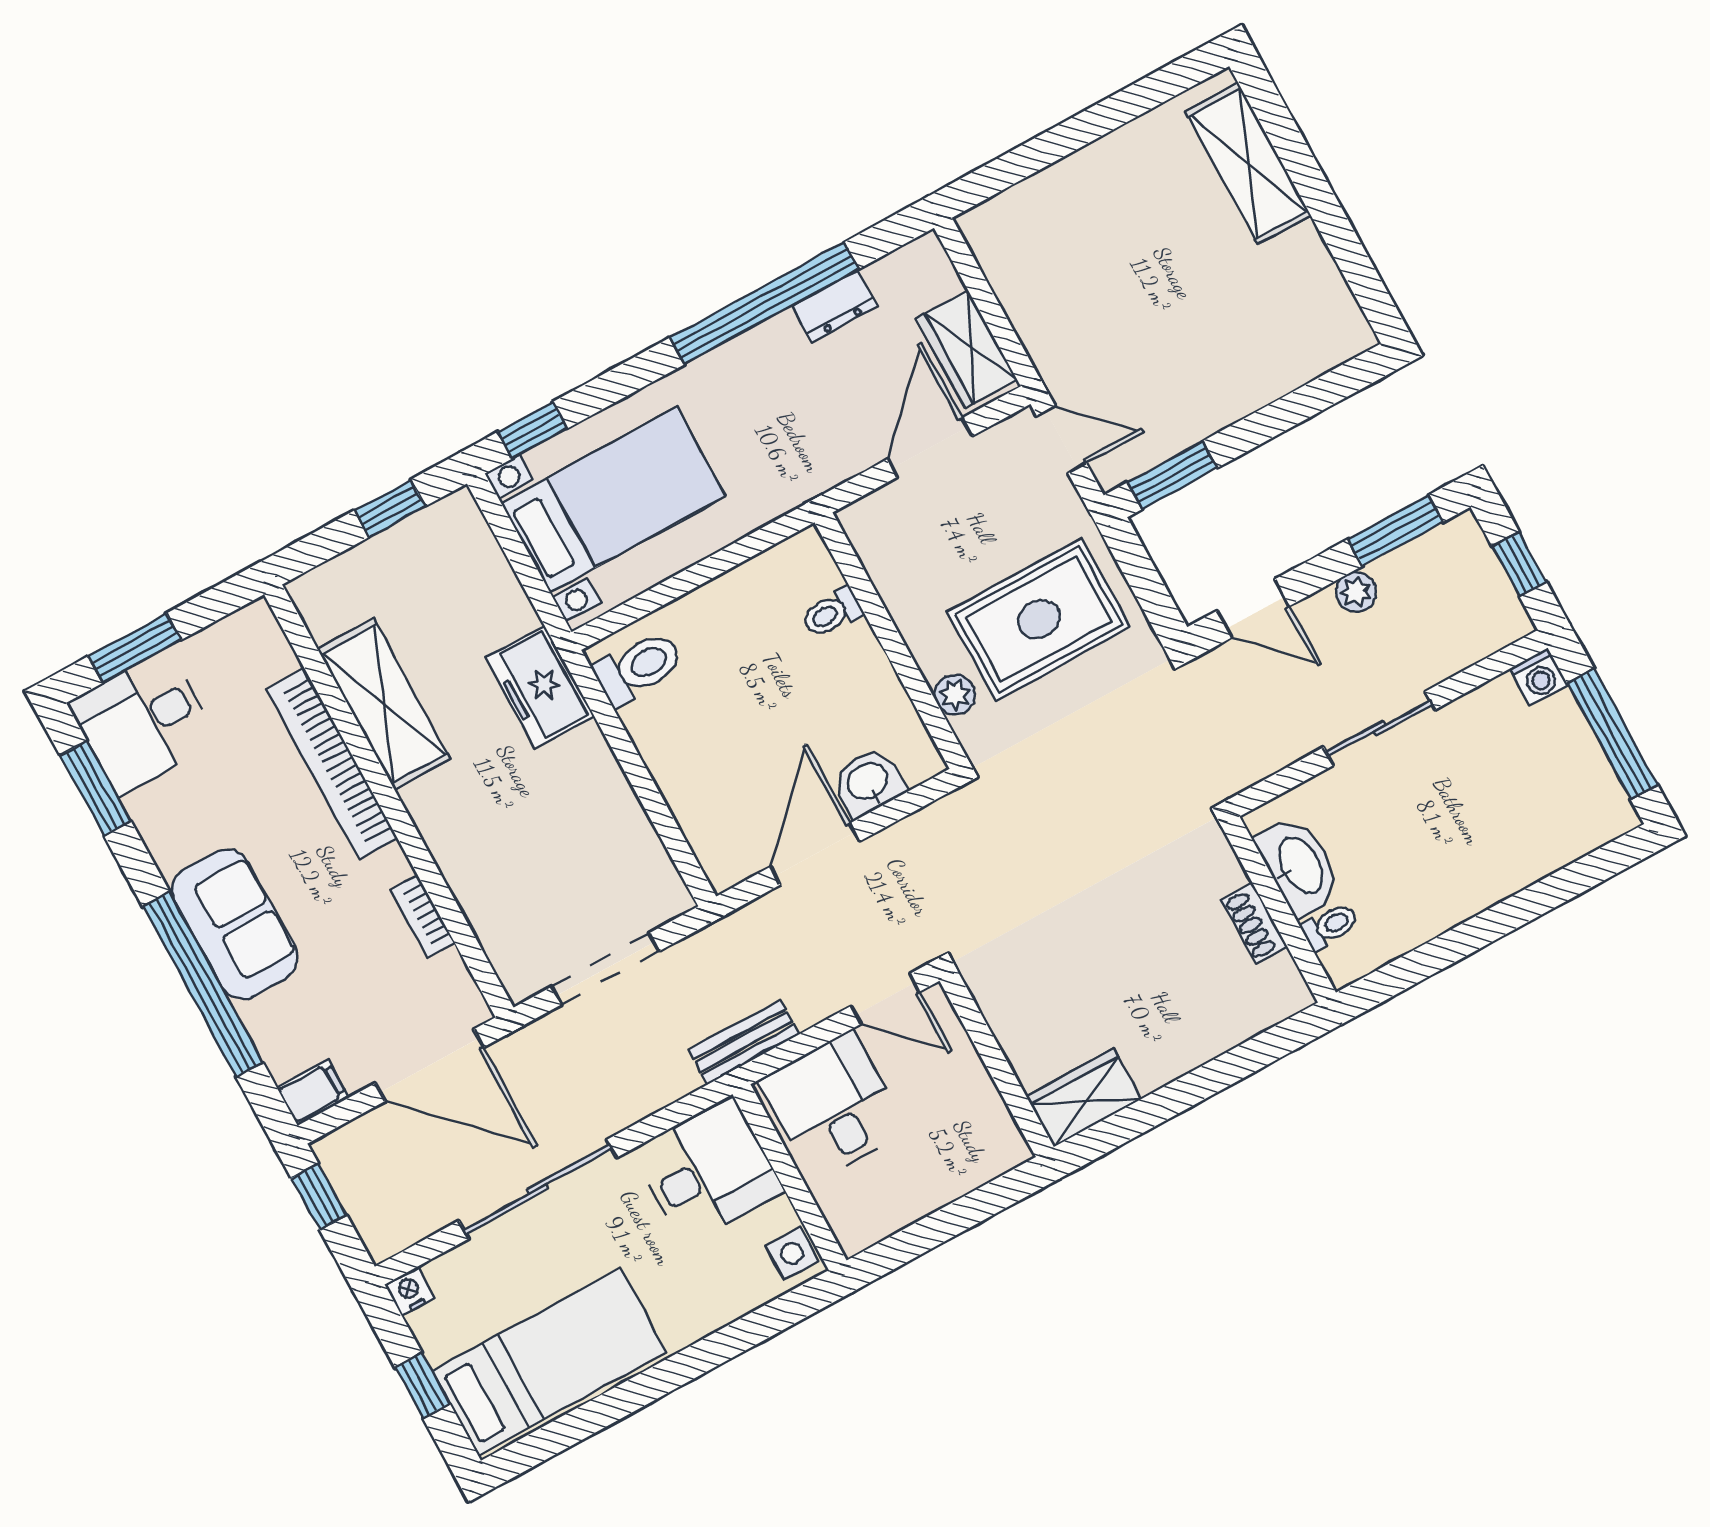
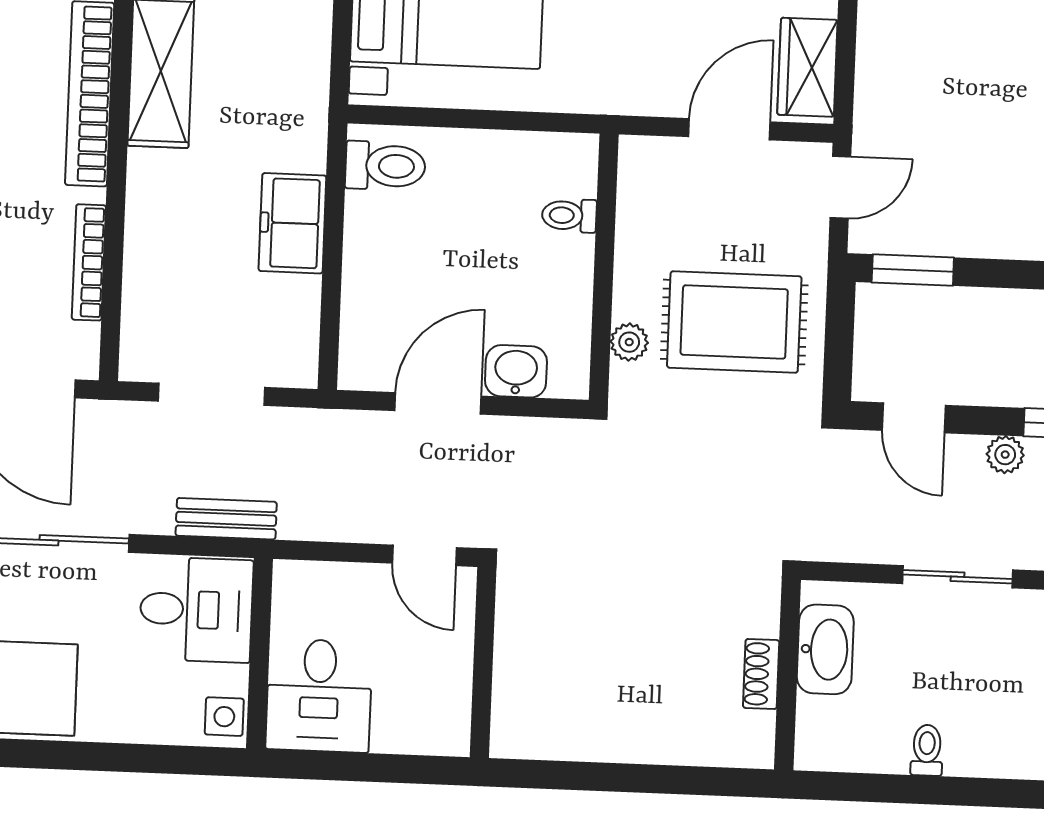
door: (1062, 440) -> (840, 187), hinge flipped
freezer: (540, 687) -> (292, 223), moved
bookcase: (423, 916) -> (89, 262), width x1.56
toilet: (1330, 926) -> (927, 750), moved, turned -90
bench: (744, 1042) -> (226, 519), moved
wardrobe: (1084, 1098) -> (537, 732), removed
desk: (833, 1106) -> (319, 696), moved, turned 180

